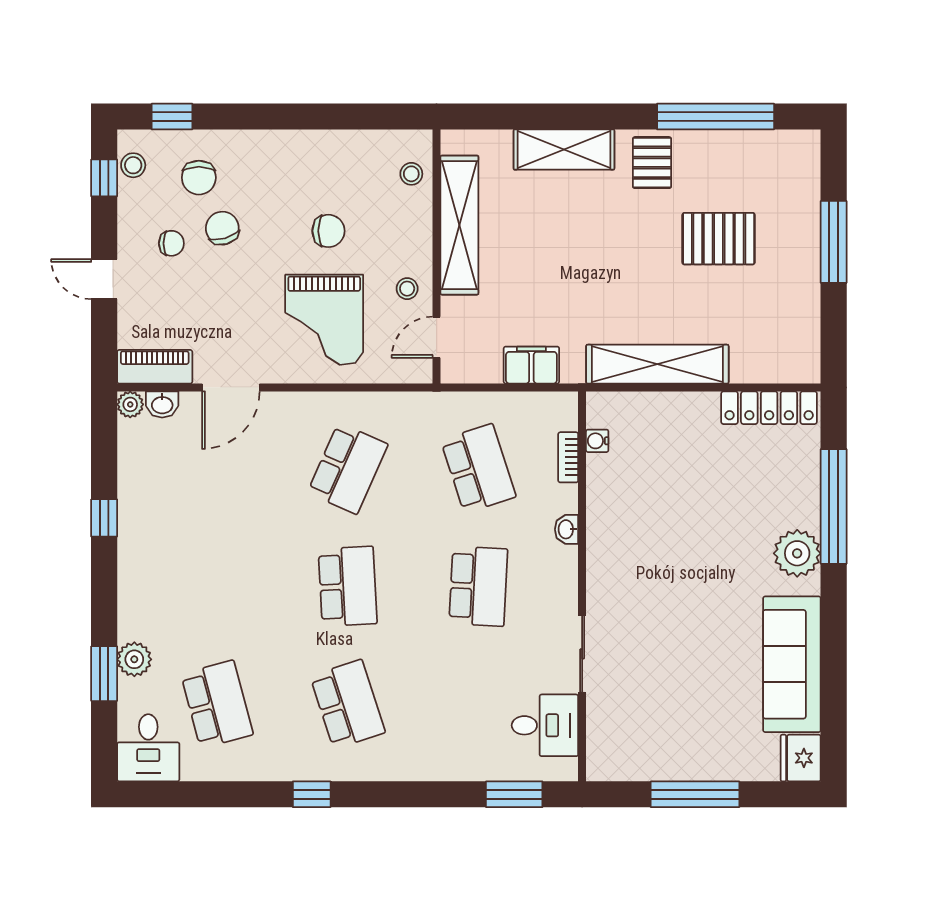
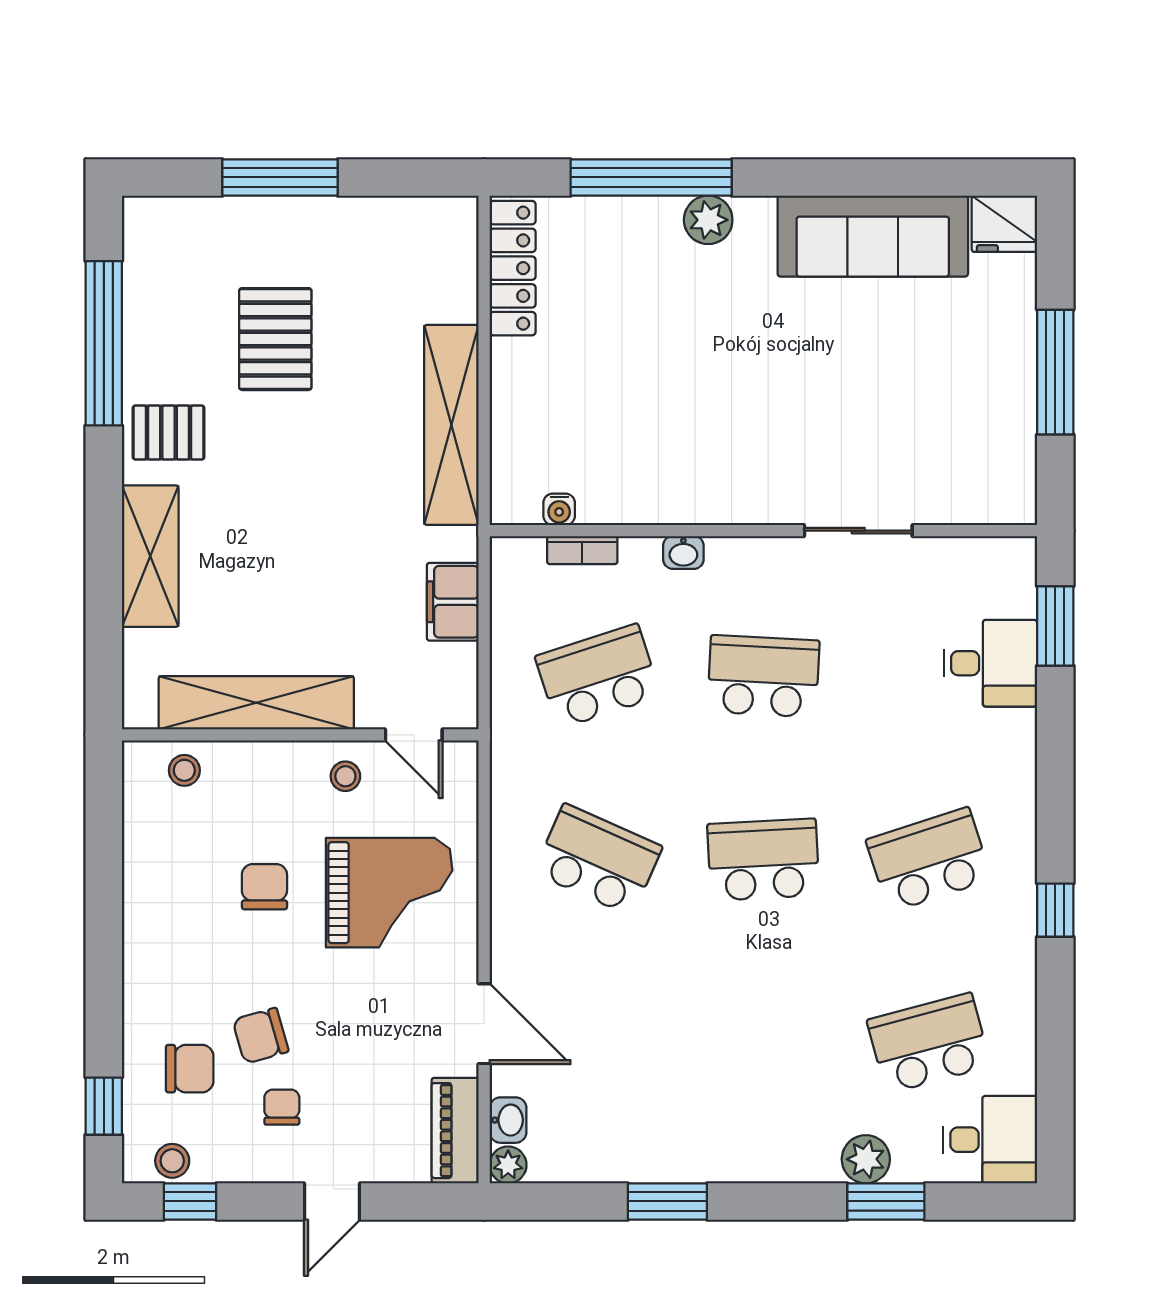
window: (104, 518) -> (667, 1201), width x1.50
plant: (797, 553) -> (708, 220), width x0.73, depth x0.73
desk: (545, 725) -> (990, 663), moved, turned 90

